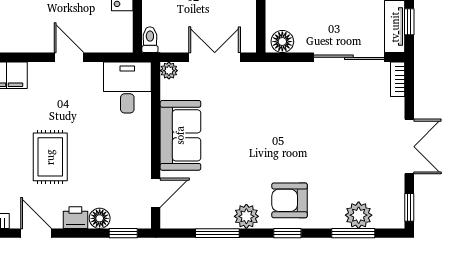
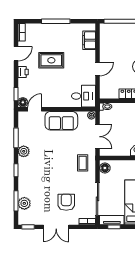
coffee table: (271, 89) -> (83, 163), added
door: (156, 193) -> (35, 109), swing flipped
armchair: (290, 200) -> (66, 202), moved
floor lamp: (100, 218) -> (23, 102), moved

